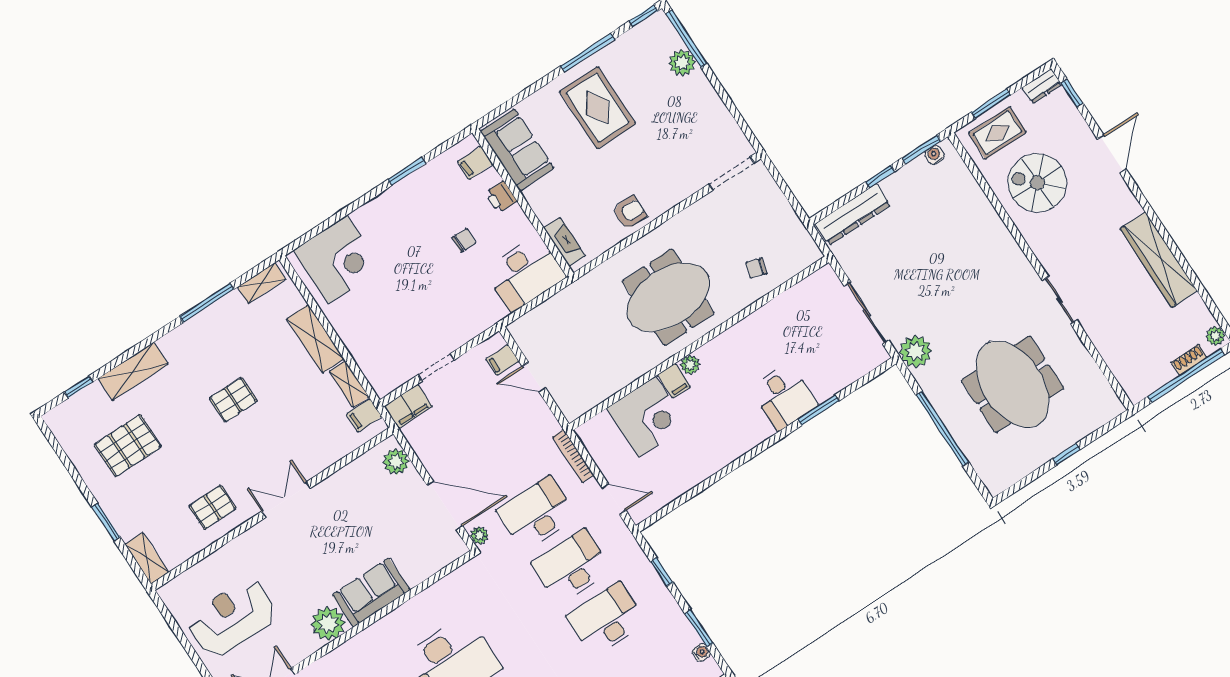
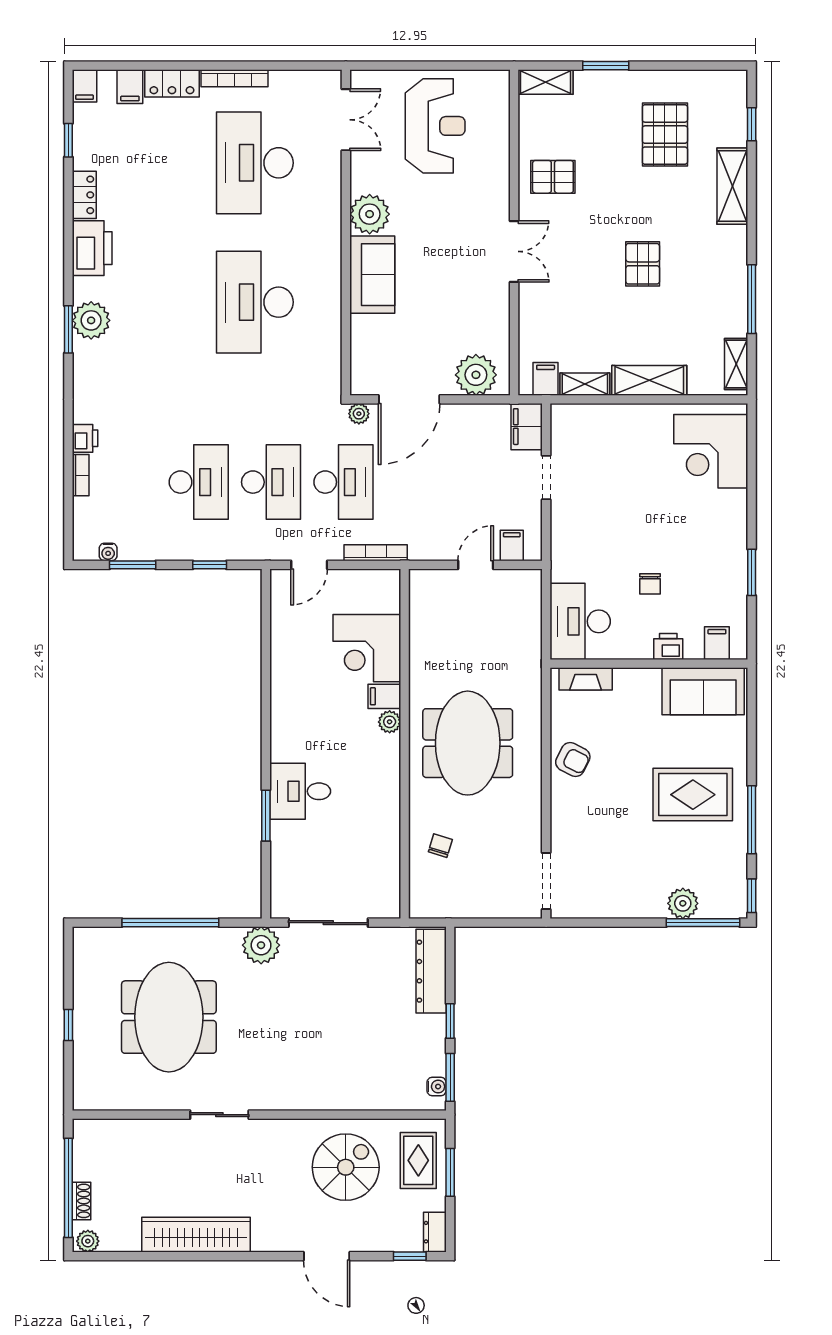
armchair: (630, 212) -> (573, 759), turned -63
meeting table: (1012, 384) -> (169, 1017), turned 90
plant: (396, 462) -> (476, 375), width x1.36, depth x1.36
pallet: (213, 507) -> (553, 177), turned 90

